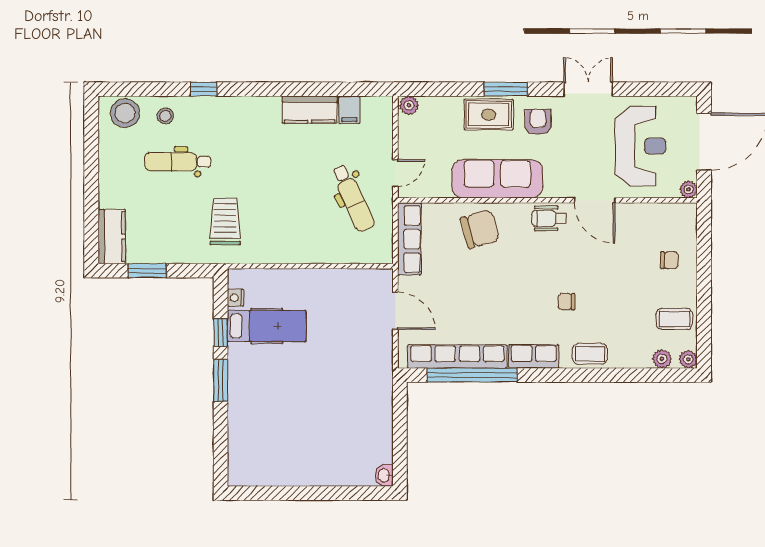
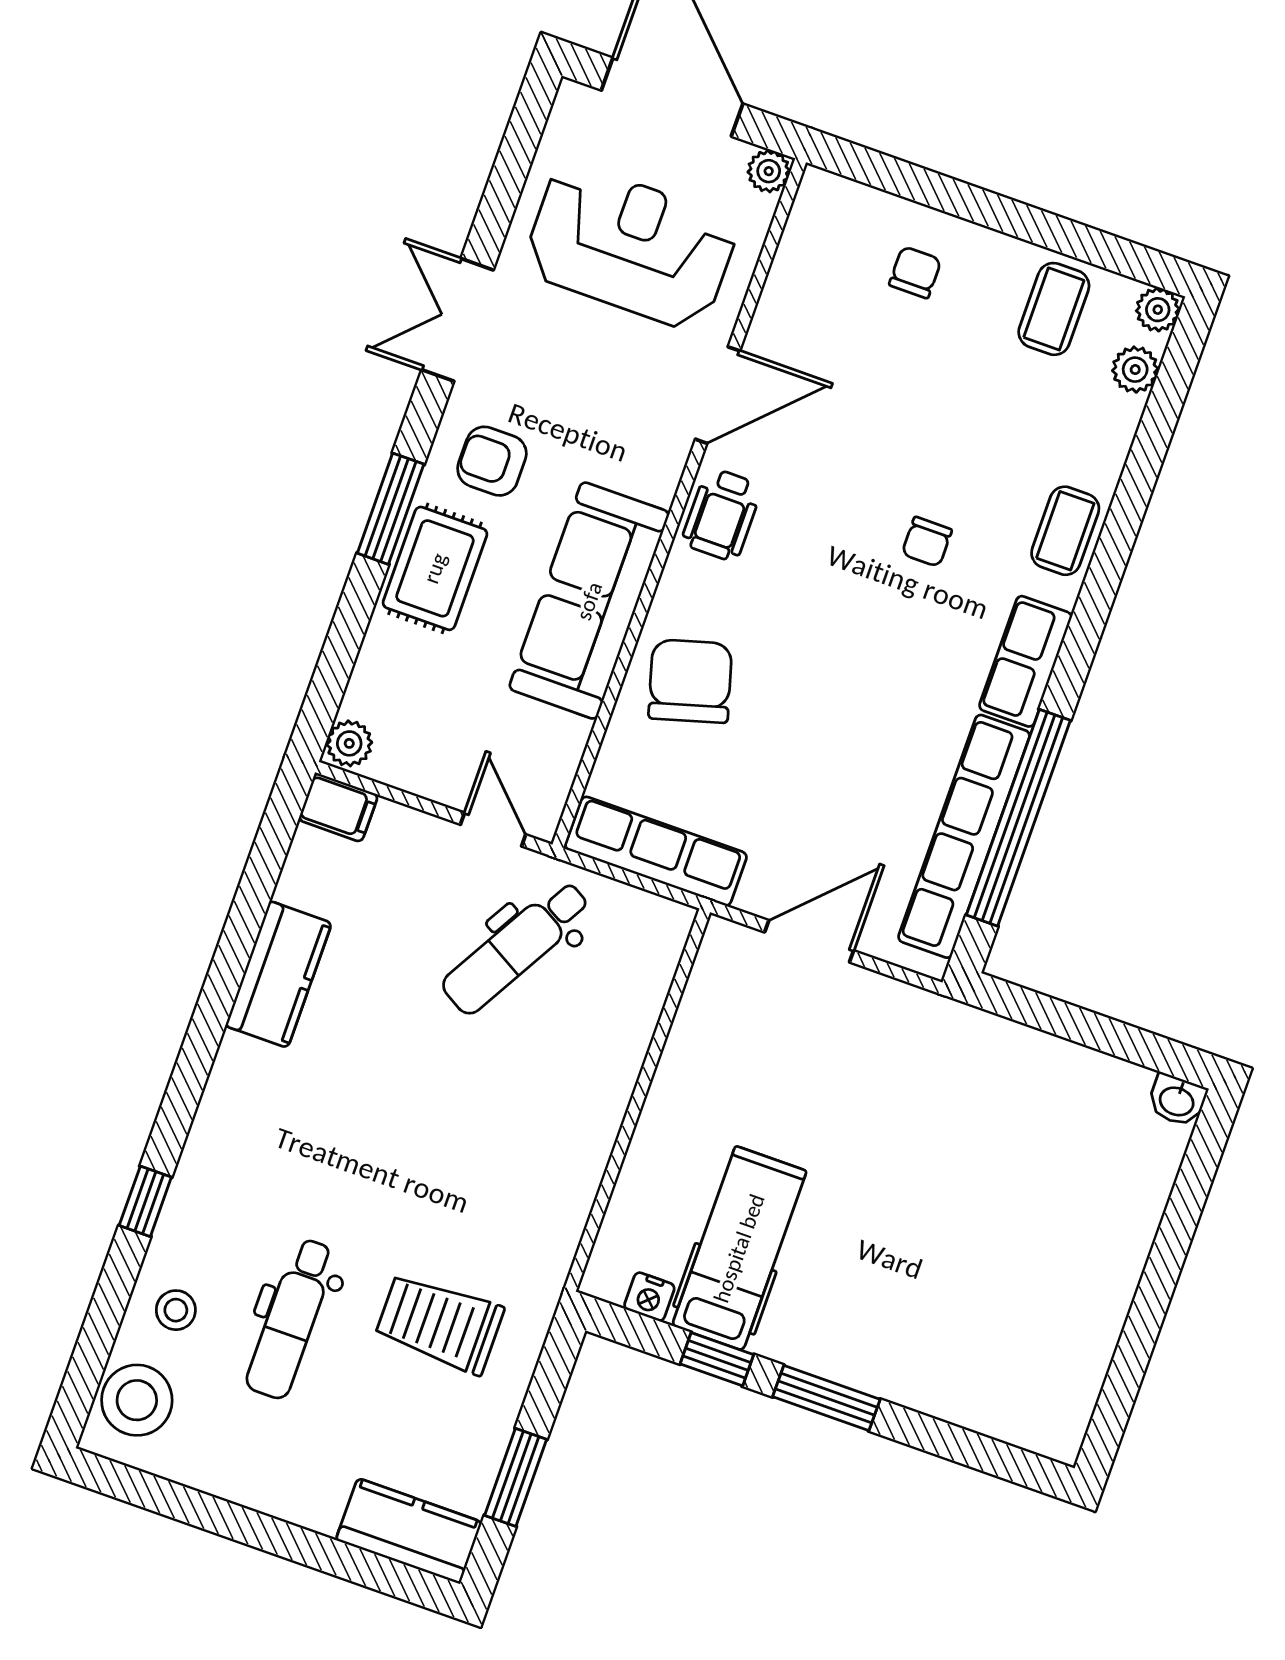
filing cabinet: (349, 110) -> (338, 807), moved
dental chair: (353, 198) -> (516, 947), turned 145
trolley: (225, 222) -> (439, 1323), moved

